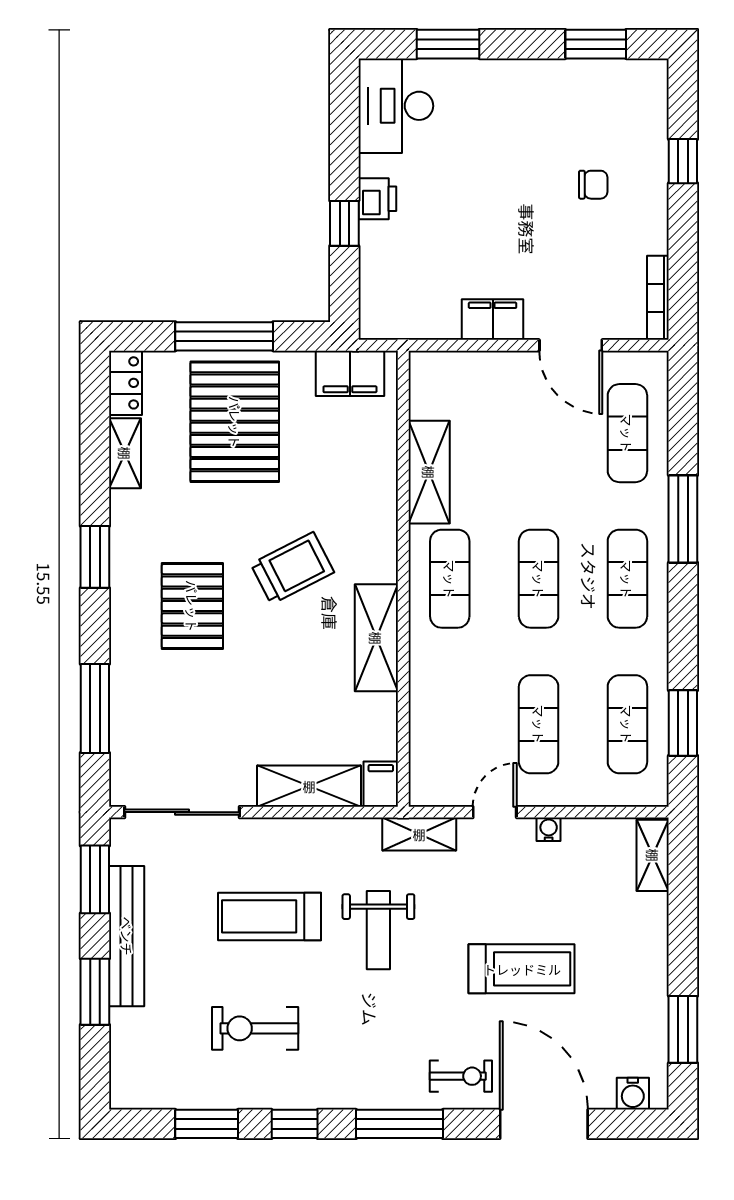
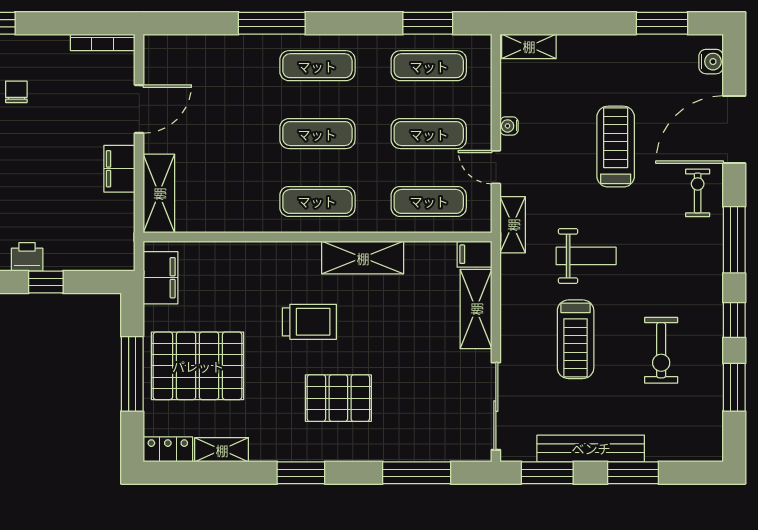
exercise mat: (627, 433) -> (429, 201), moved
shelving: (429, 472) -> (159, 194), moved, turned 90
trolley: (292, 568) -> (309, 322), turned 117

